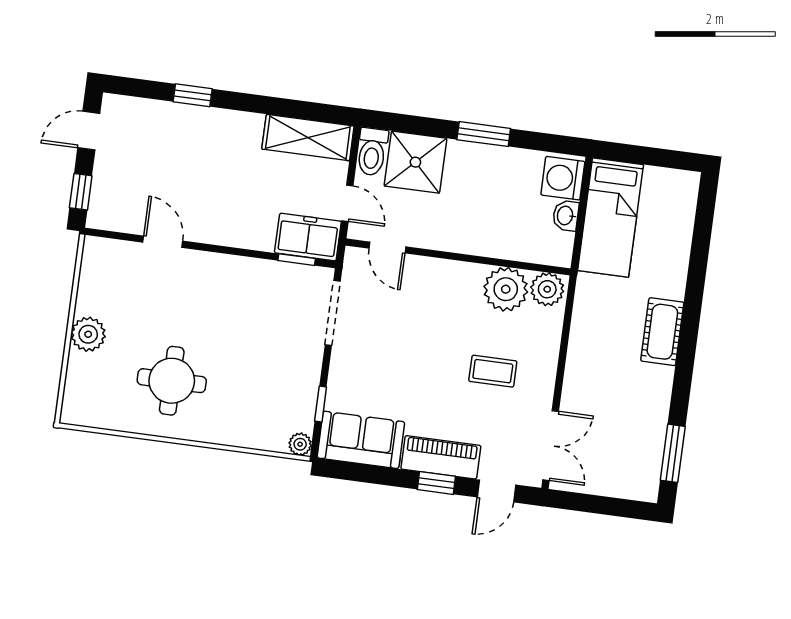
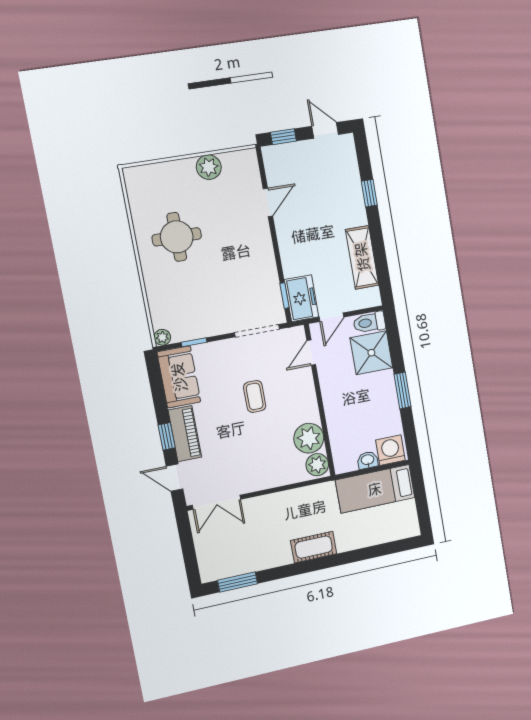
shelving: (308, 138) -> (362, 257), moved
plant: (88, 334) -> (209, 167), moved
coffee table: (493, 371) -> (255, 396), moved

